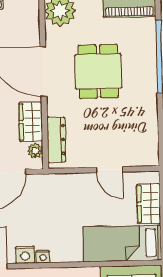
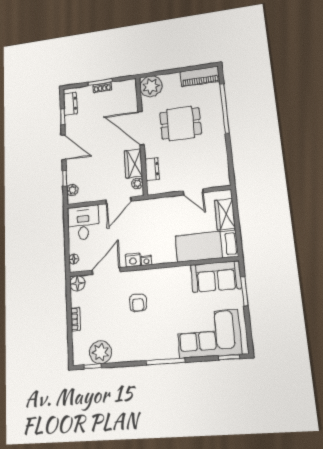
dining table: (98, 71) -> (181, 123), turned 90
dresser: (56, 140) -> (152, 169), width x0.70

